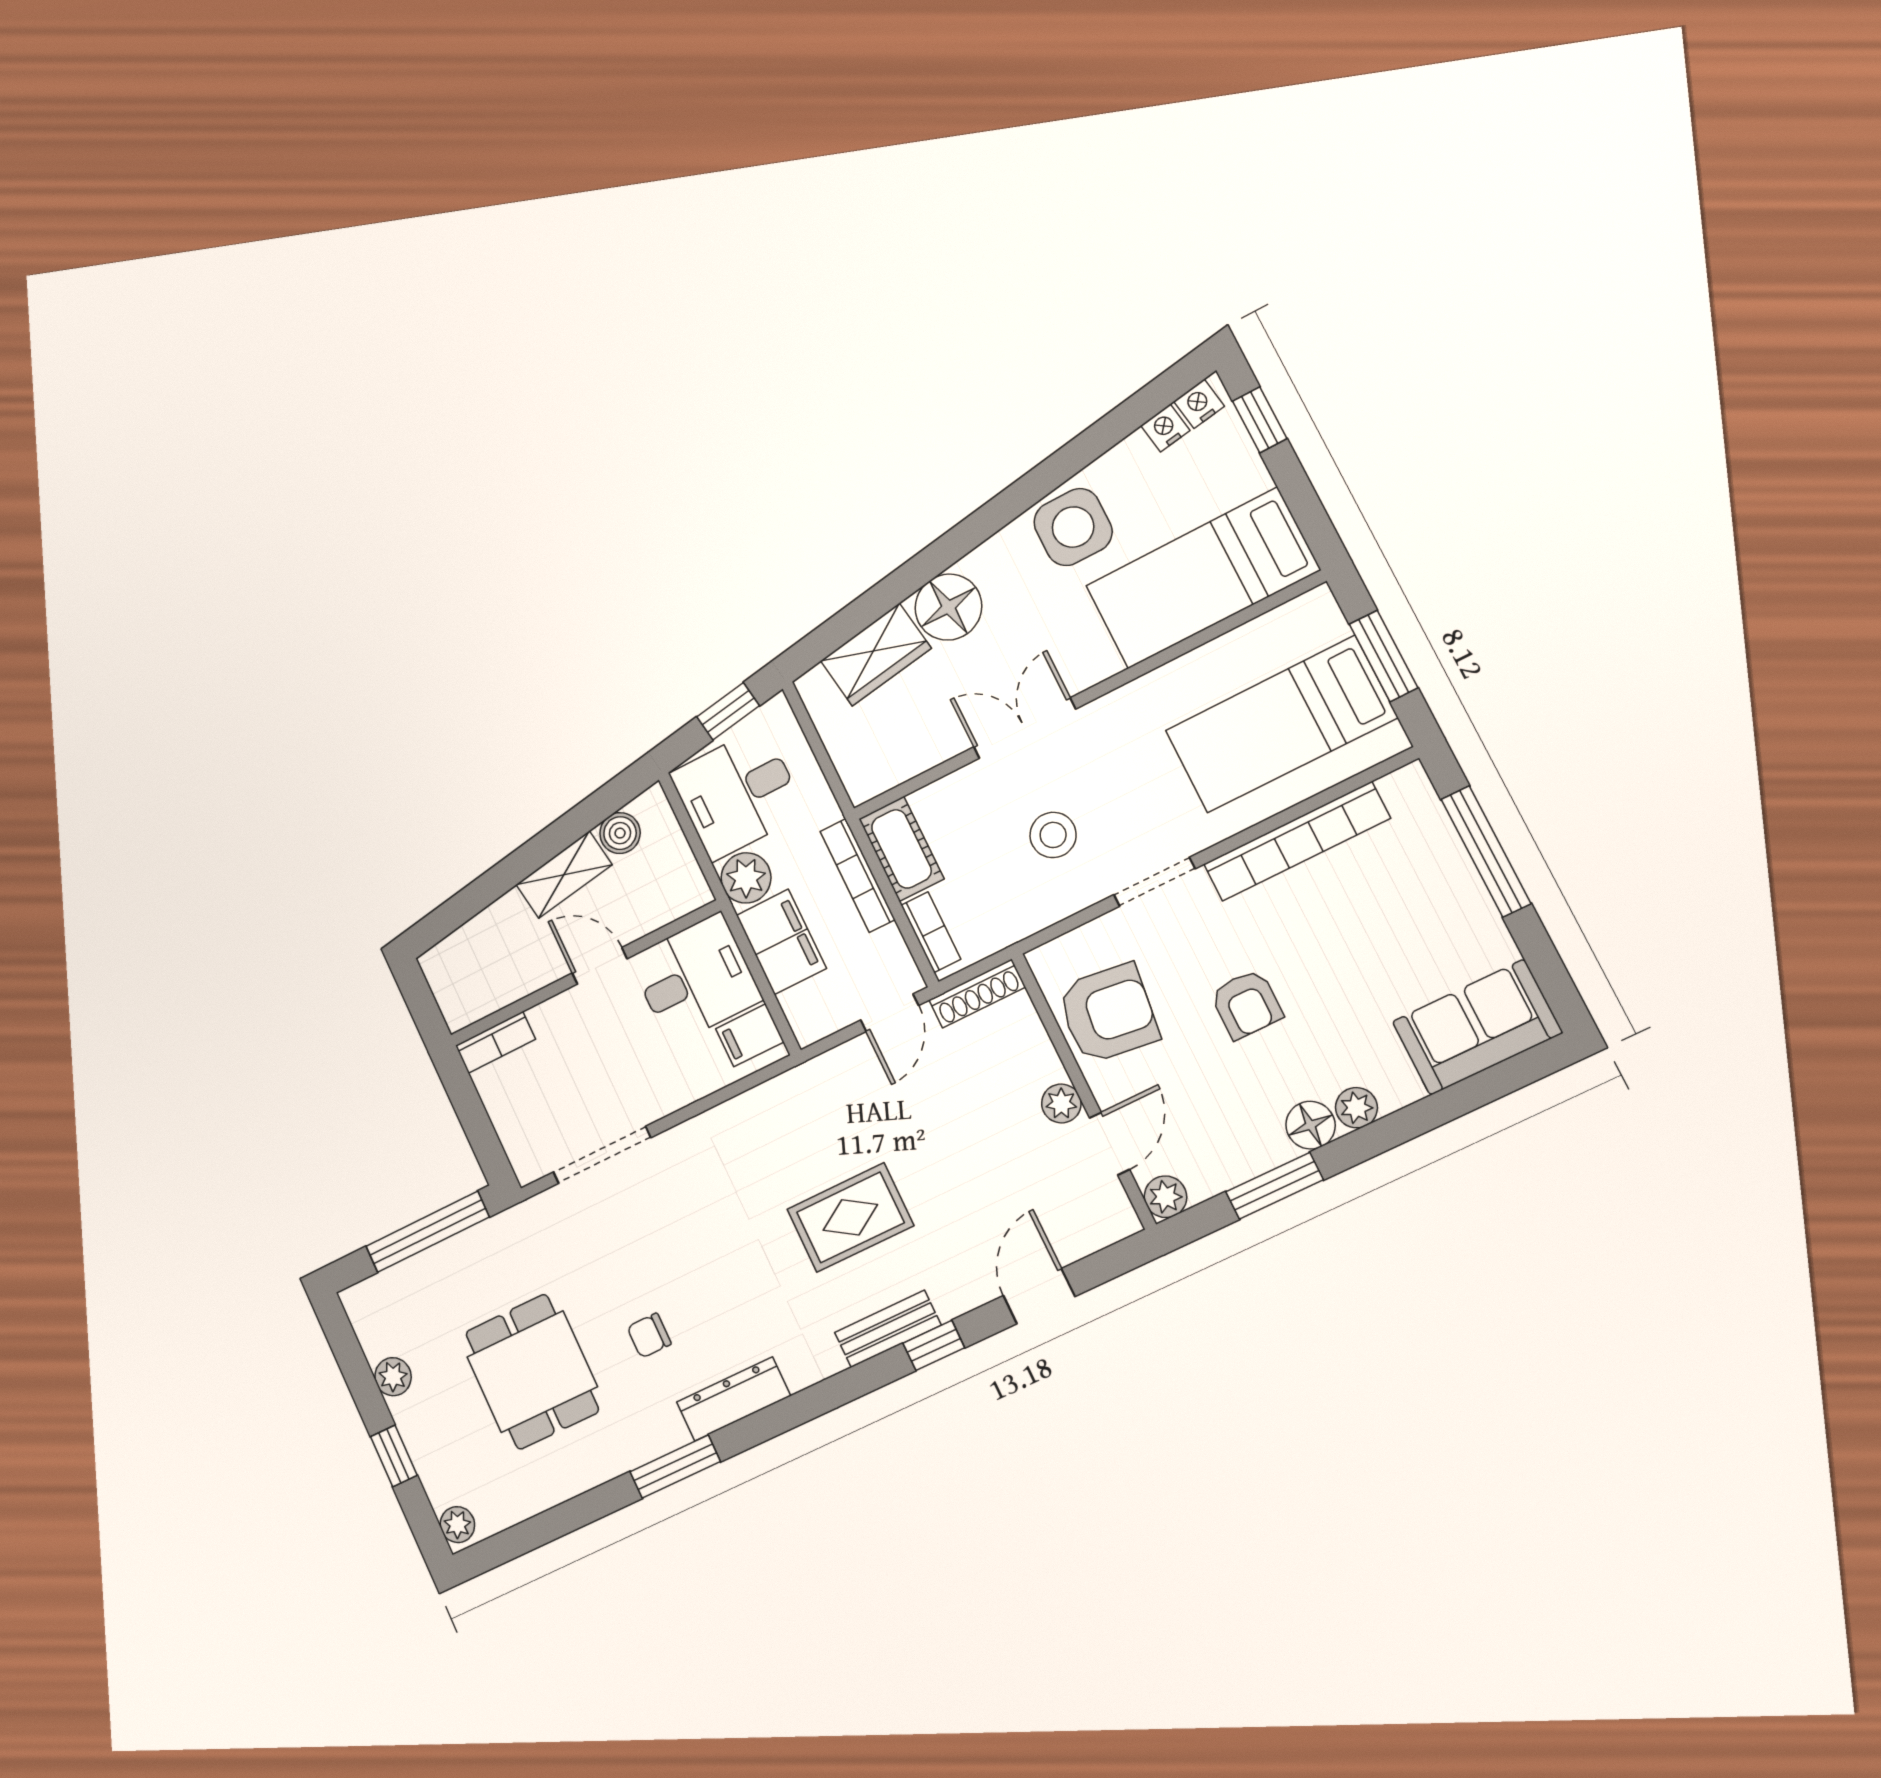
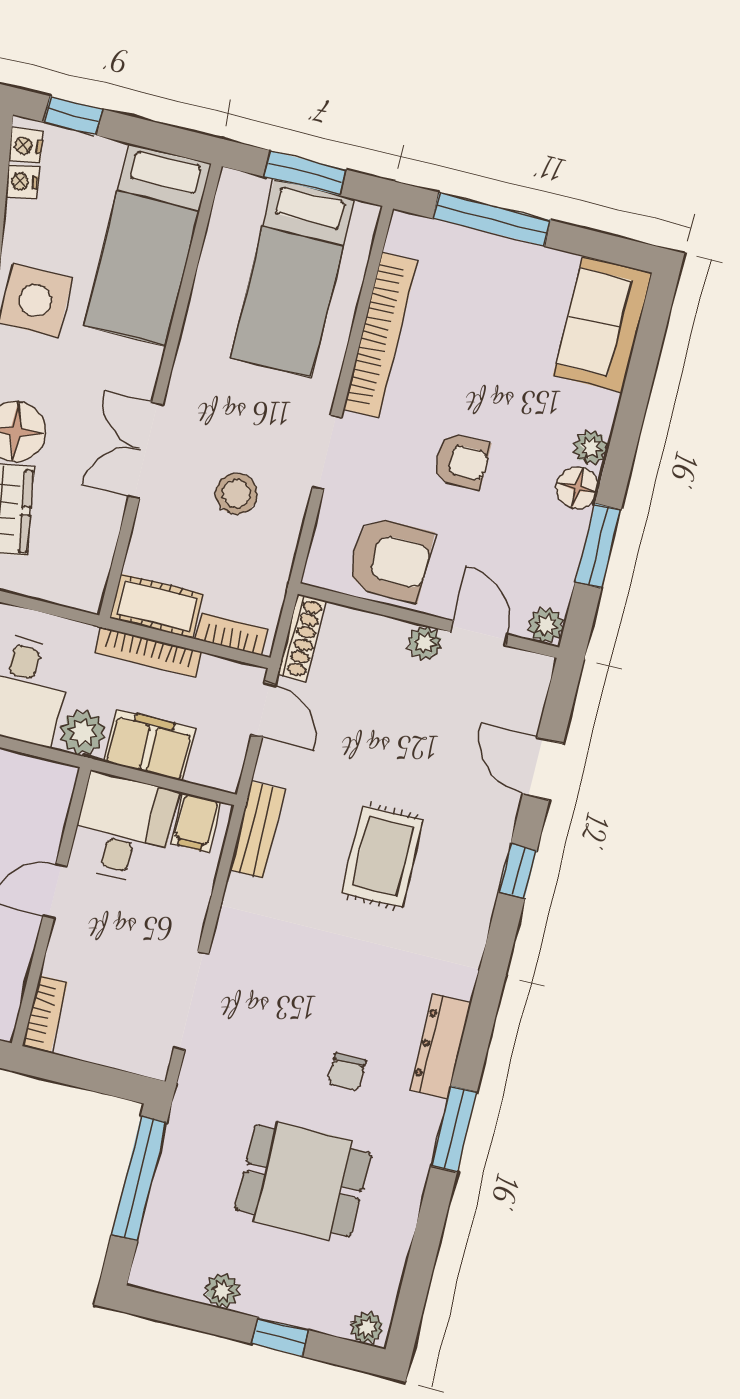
armchair: (1108, 1013) -> (390, 559), turned 83
bench: (888, 1329) -> (257, 830), moved

